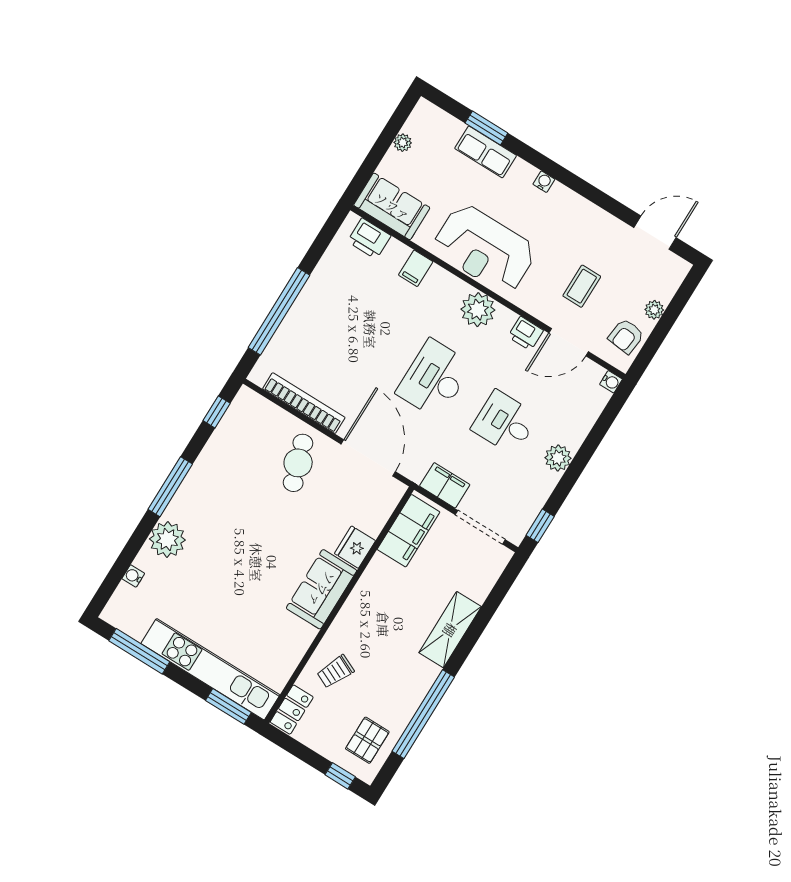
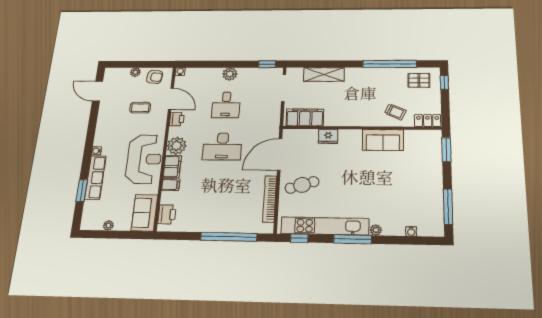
row of seats: (486, 152) -> (95, 178), width x1.48
filing cabinet: (445, 485) -> (172, 167), moved, turned 180
plant: (167, 539) -> (376, 230), width x0.53, depth x0.53
sofa: (322, 589) -> (383, 140), moved
shelving: (450, 630) -> (324, 74), moved
kitchen unit: (210, 669) -> (325, 226), moved, turned 90

